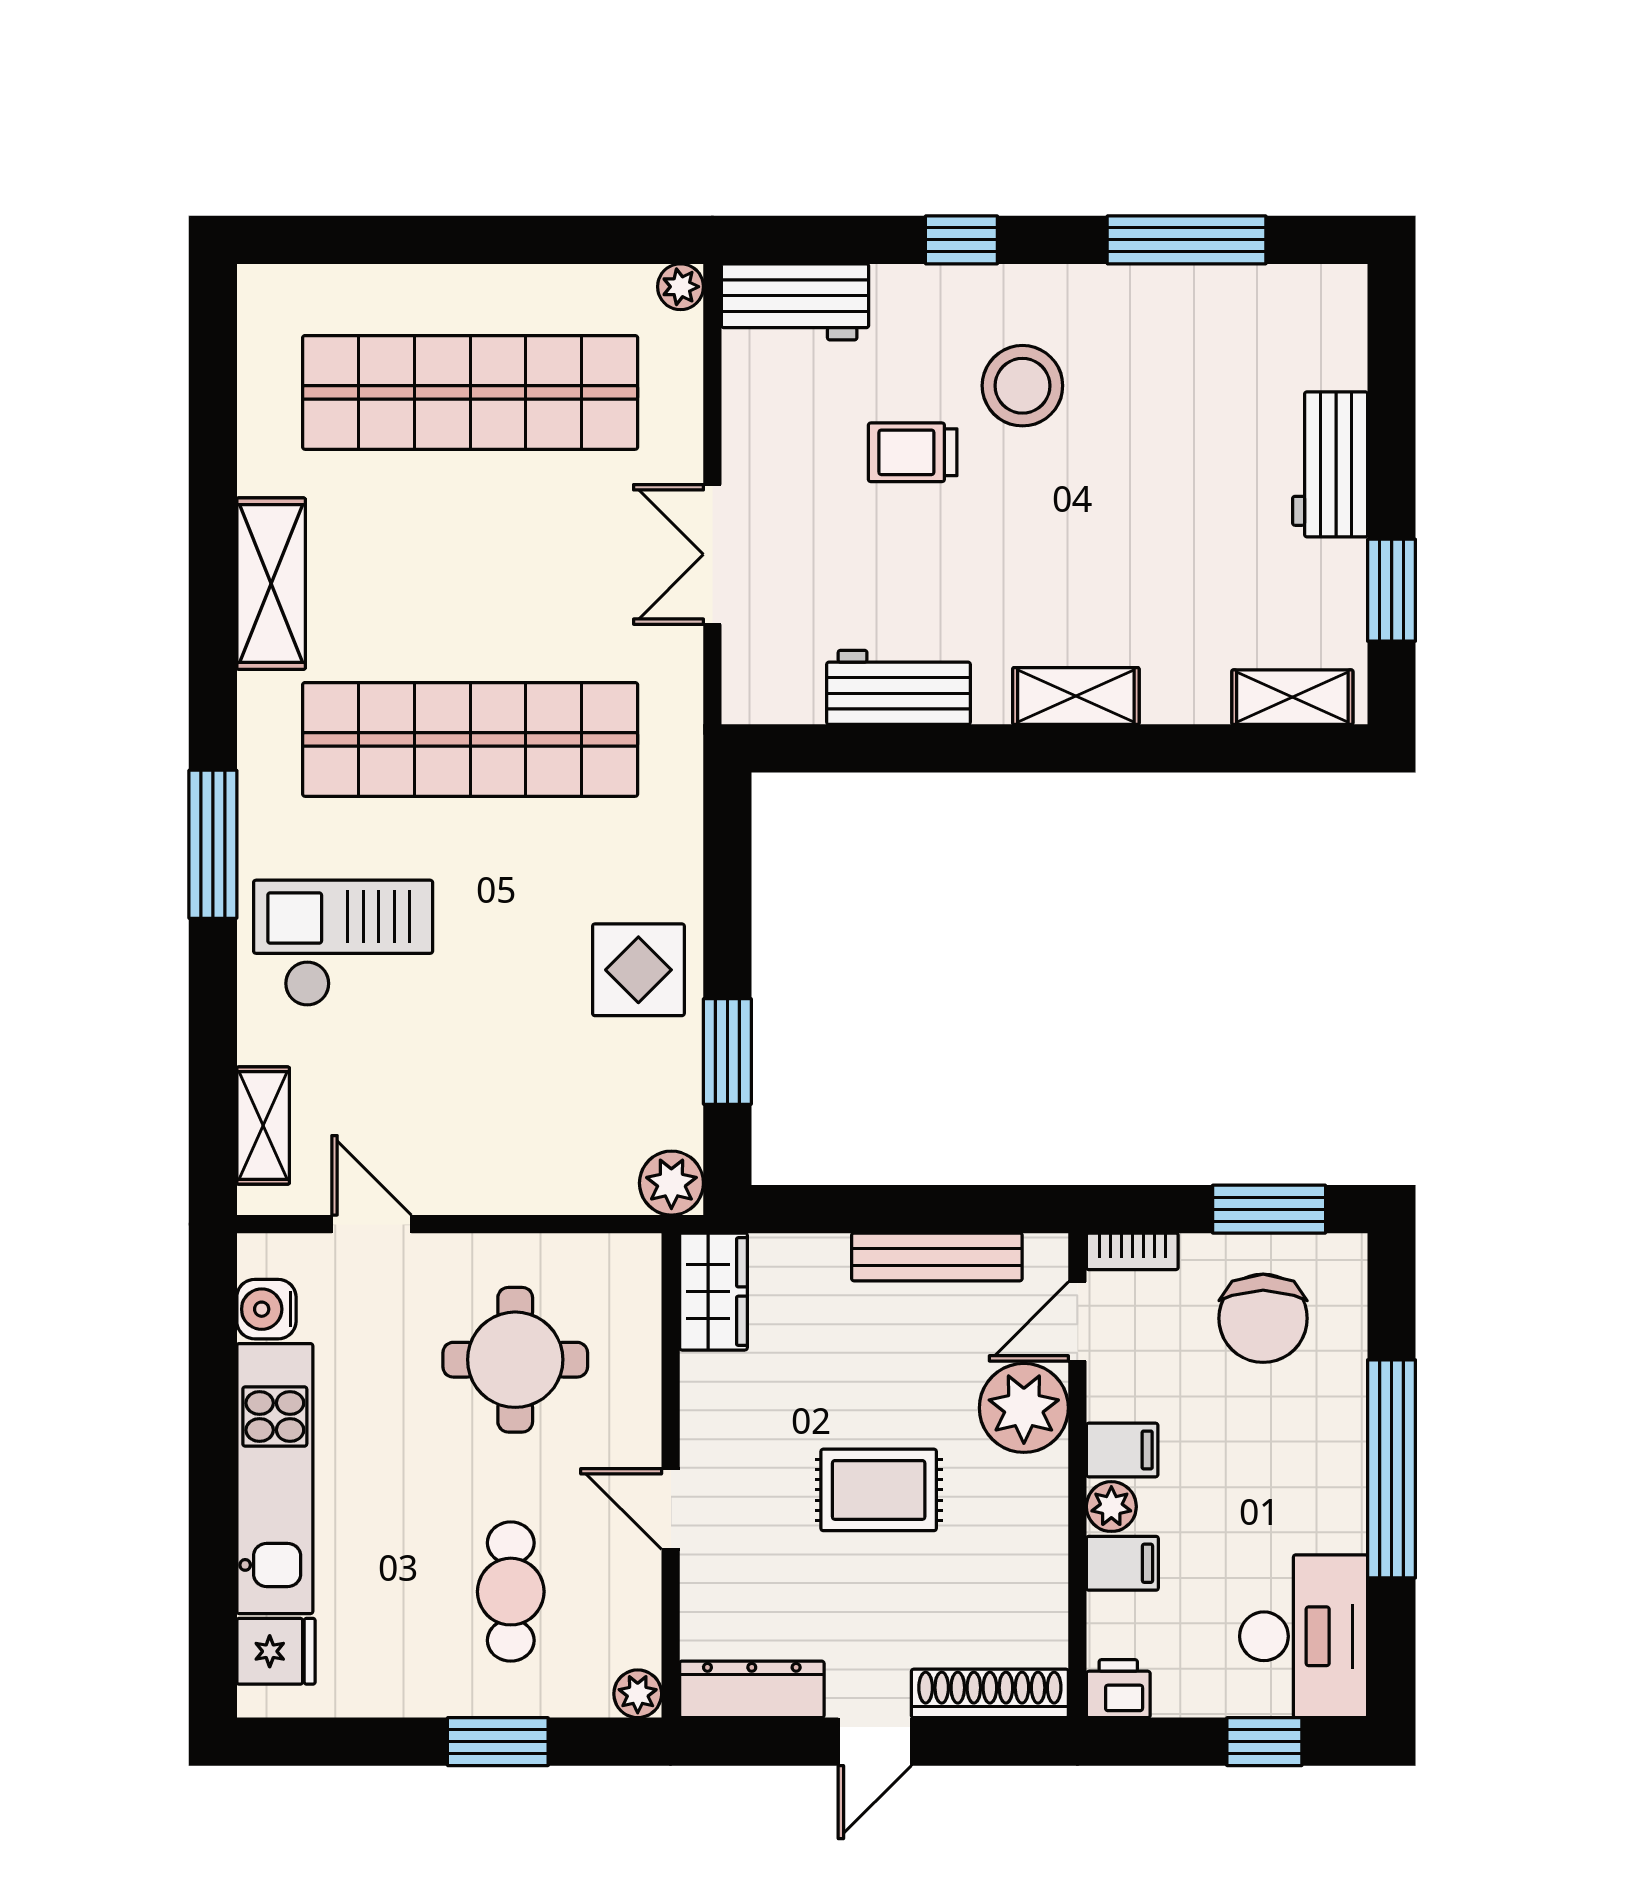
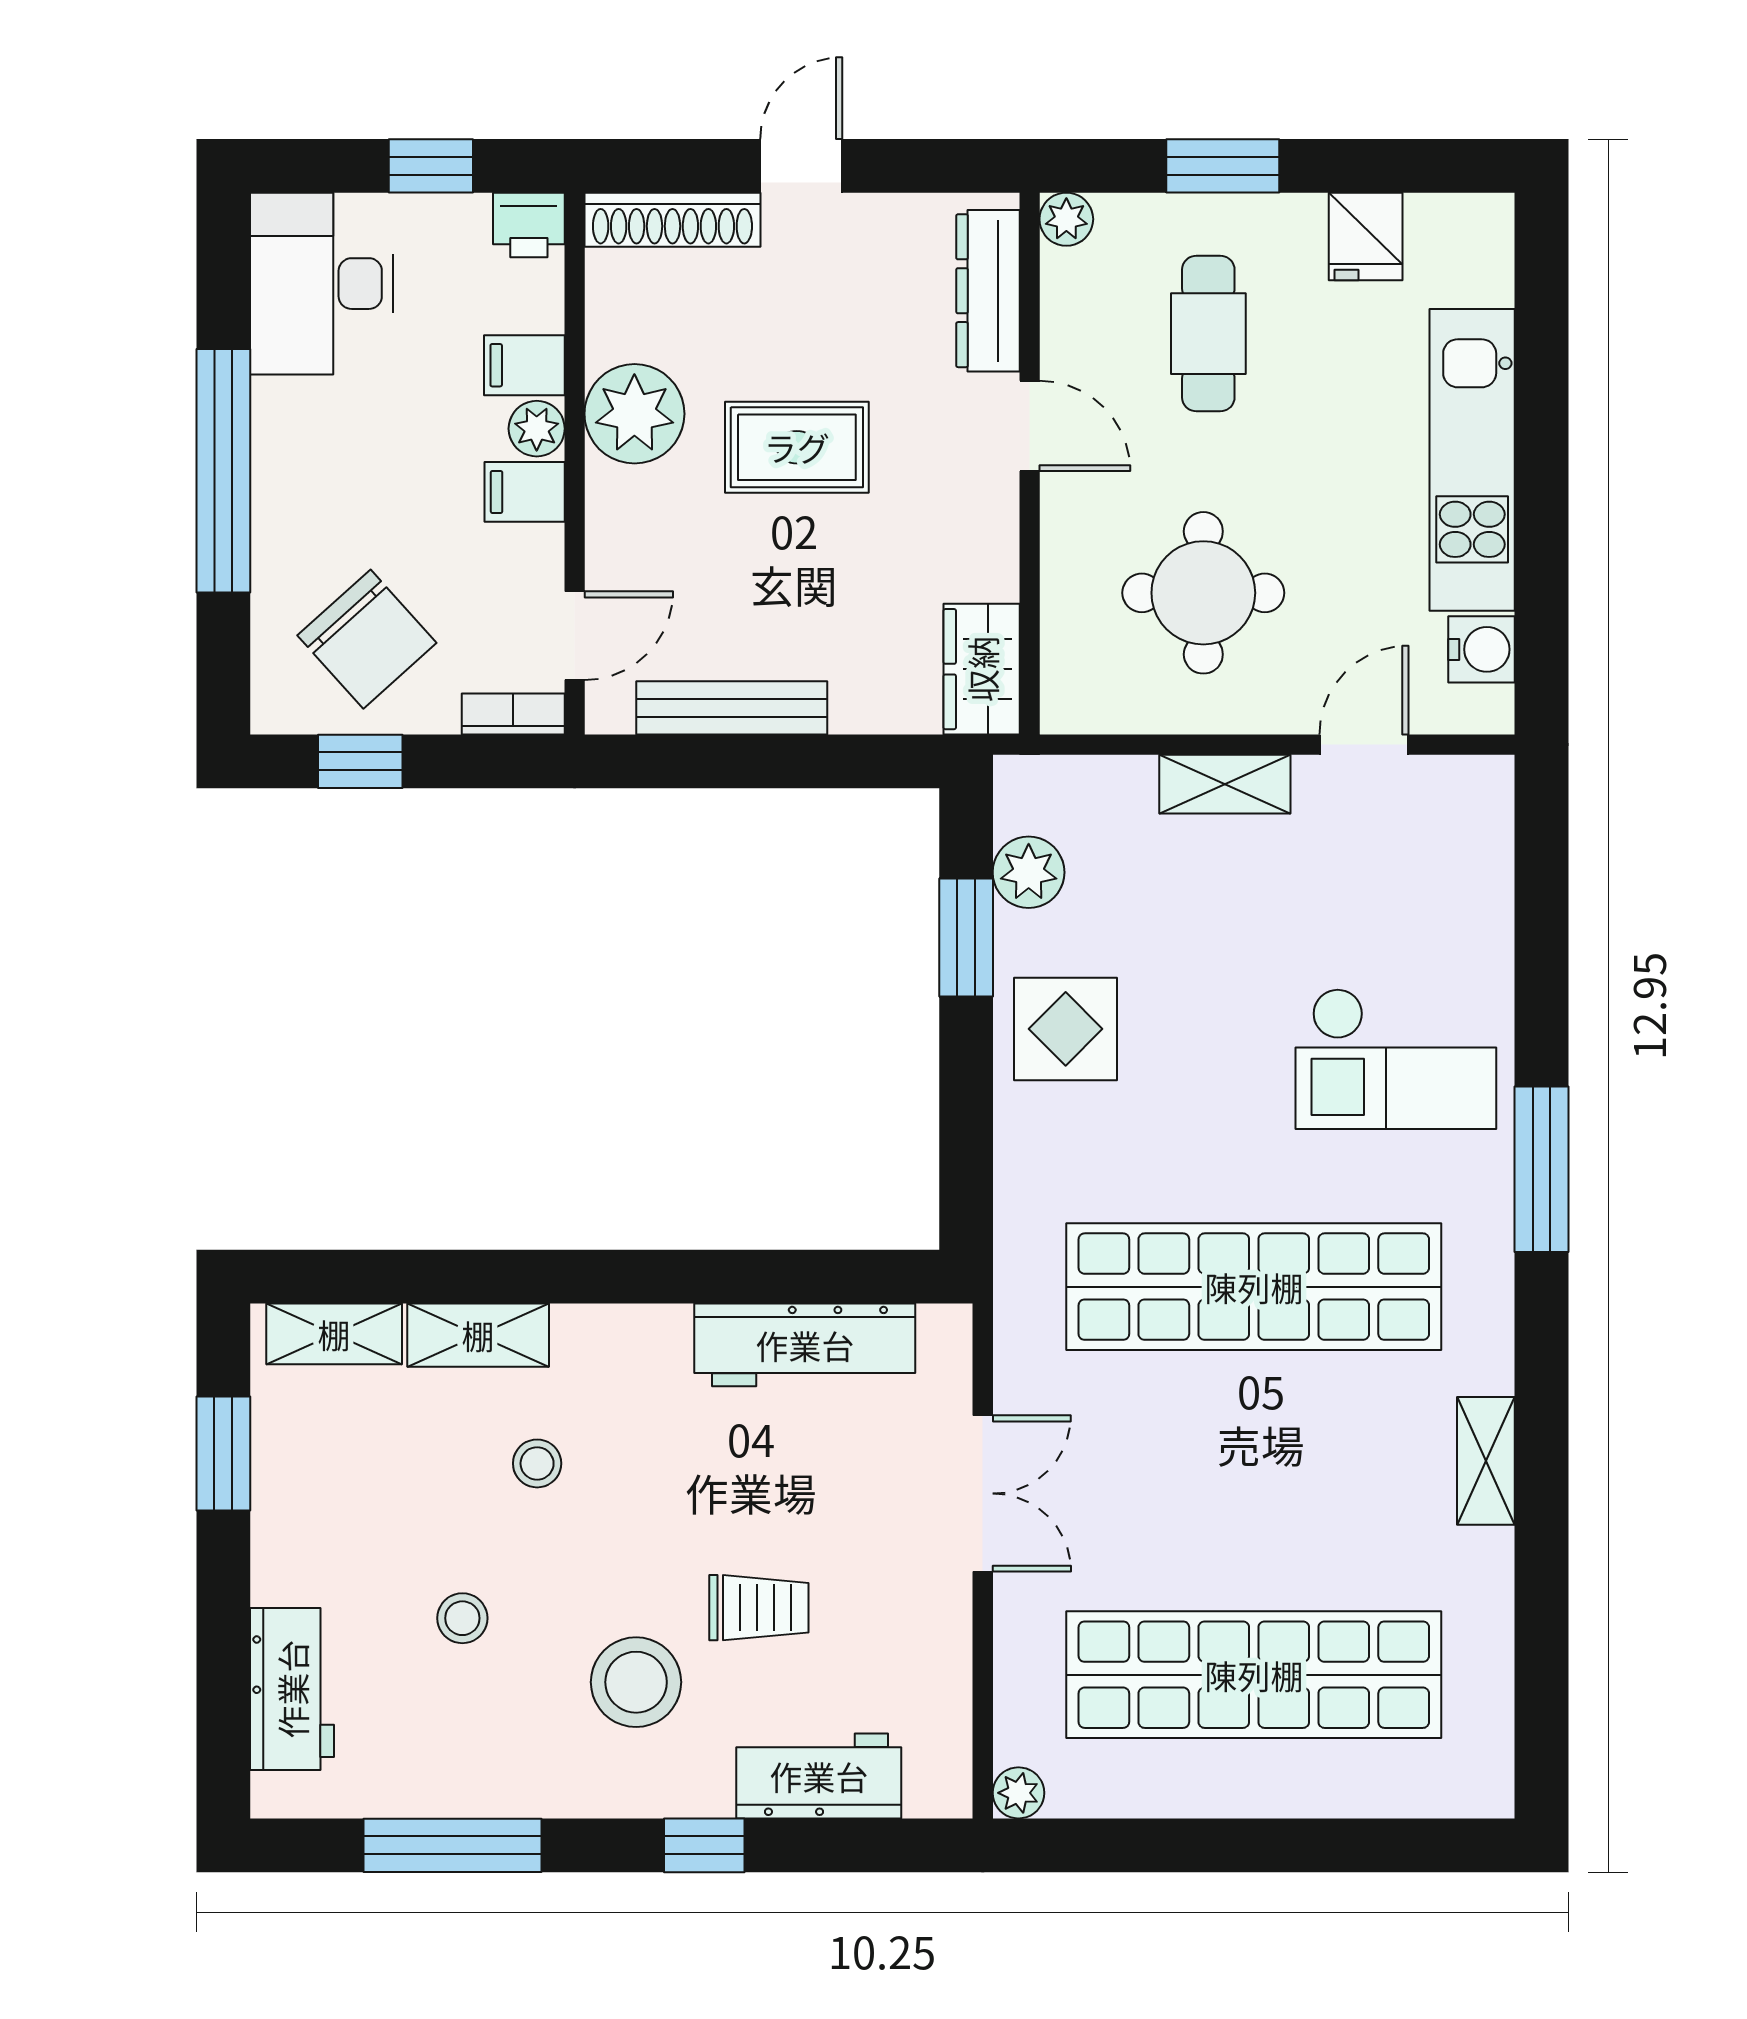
workbench: (795, 302) -> (819, 1776), moved
stool: (1178, 443) -> (462, 1618), added
workbench: (1330, 464) -> (292, 1689), moved
stool: (1111, 581) -> (537, 1463), added
shelving: (271, 584) -> (1486, 1461), width x0.67, depth x0.75
workbench: (899, 687) -> (805, 1345), width x1.38
shelving: (1076, 696) -> (478, 1335), moved
shelving: (263, 1126) -> (1225, 784), moved, turned 90
plant: (671, 1183) -> (1029, 872), moved
window: (1269, 1209) -> (360, 761), width x0.67
door: (372, 1224) -> (1364, 745), swing flipped
chair: (1263, 1318) -> (367, 639), turned 138
plant: (1024, 1408) -> (634, 414), moved
fridge: (276, 1651) -> (1366, 236), moved, turned -90
dresser: (752, 1689) -> (988, 291), moved, turned 90
window: (1264, 1742) -> (431, 166), moved

